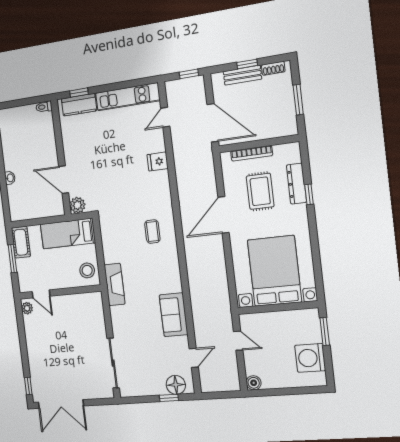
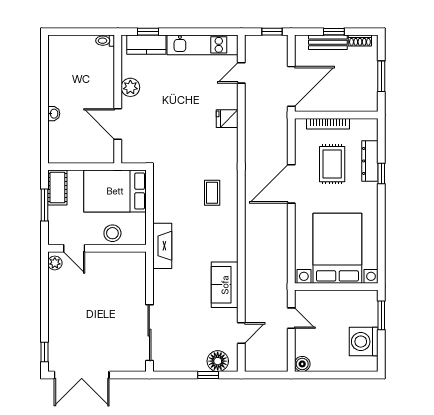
door: (213, 123) -> (291, 86), hinge flipped
plant: (77, 205) -> (130, 87), moved
bed: (68, 233) -> (115, 191), width x1.50
stool: (87, 270) -> (112, 233), moved

